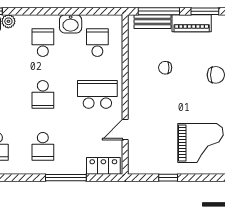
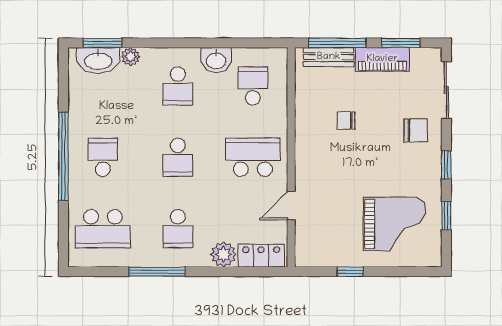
school desk: (43, 43) -> (178, 86), turned 180
plant: (76, 165) -> (224, 254), added
window: (66, 178) -> (157, 272), moved

